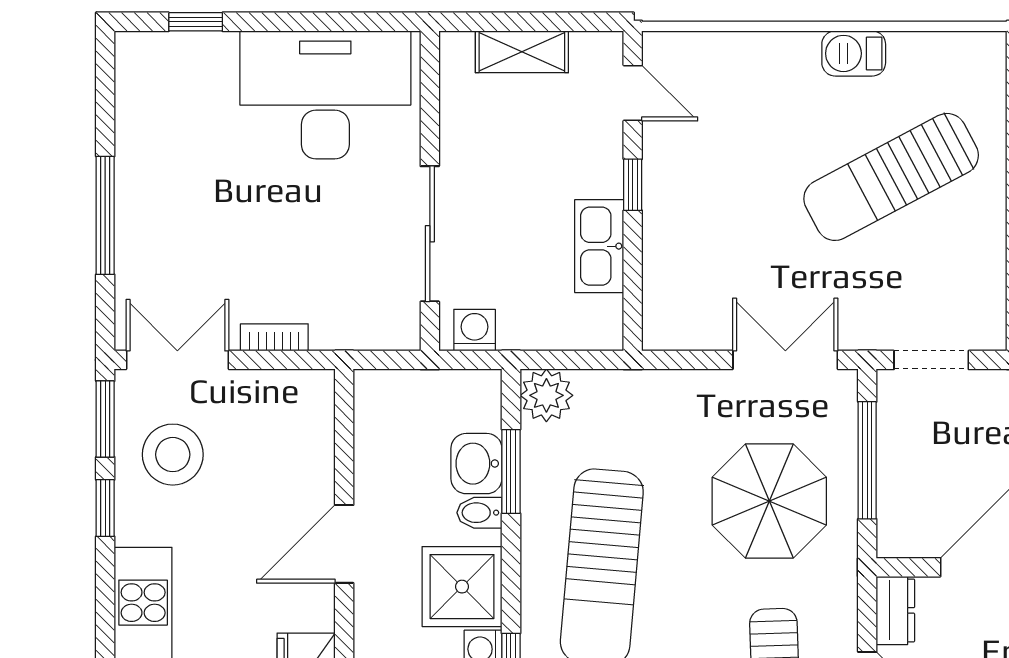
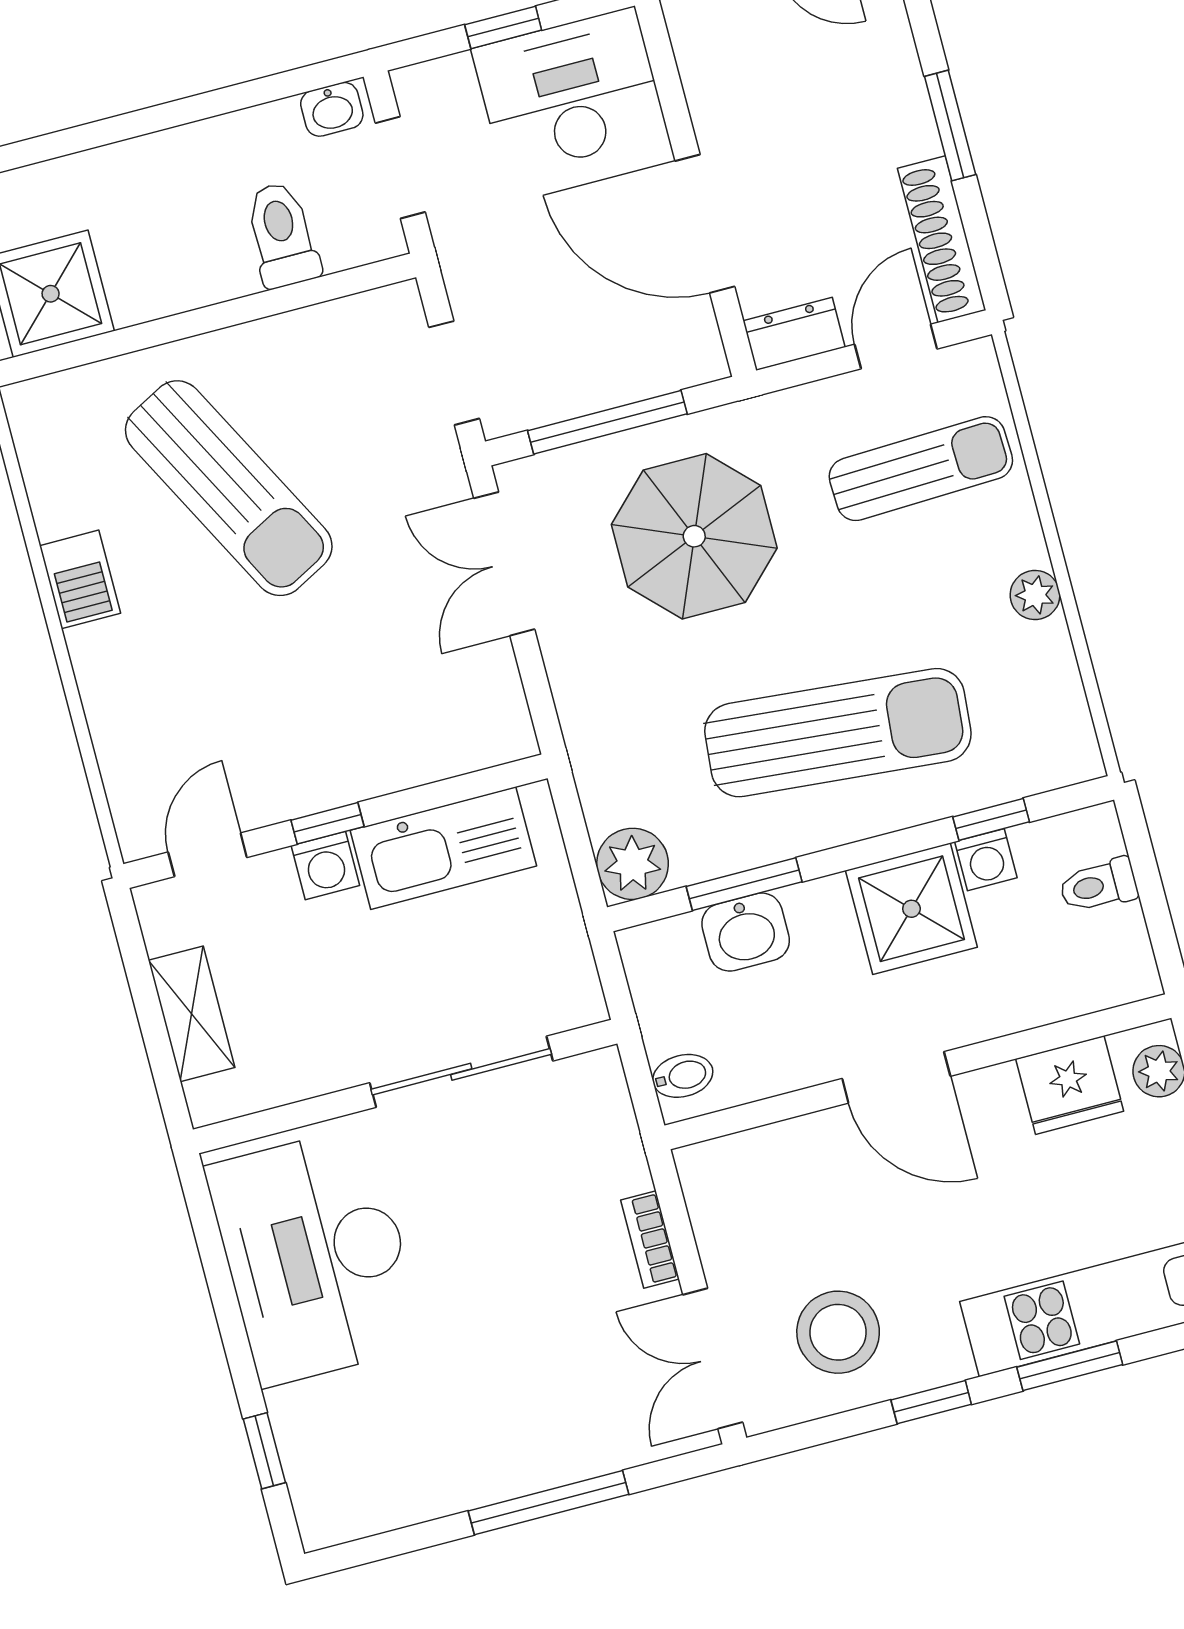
kitchen sink: (599, 246) -> (443, 848), width x1.36, depth x1.24
washing machine: (475, 330) -> (325, 866), moved, turned -90
window: (105, 419) -> (1070, 1366), moved
bidet: (479, 513) -> (683, 1076), moved, turned -90

